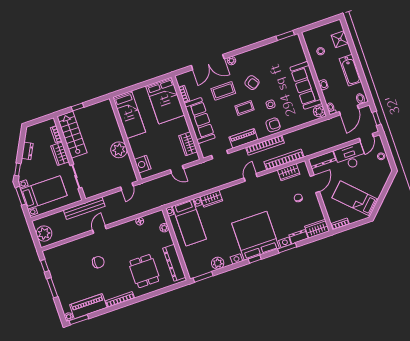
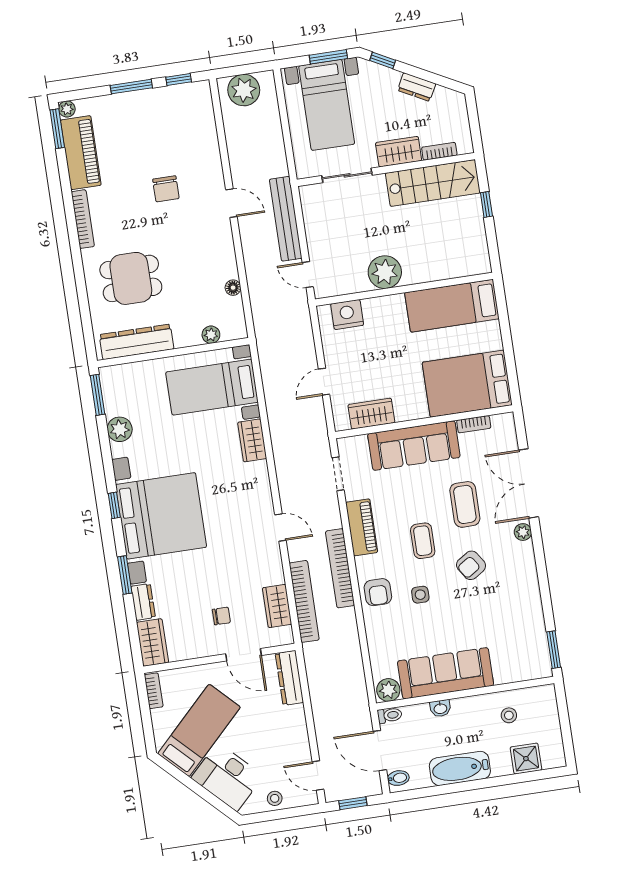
desk: (350, 156) -> (227, 777), moved, turned 135
bench: (84, 208) -> (286, 219), moved

